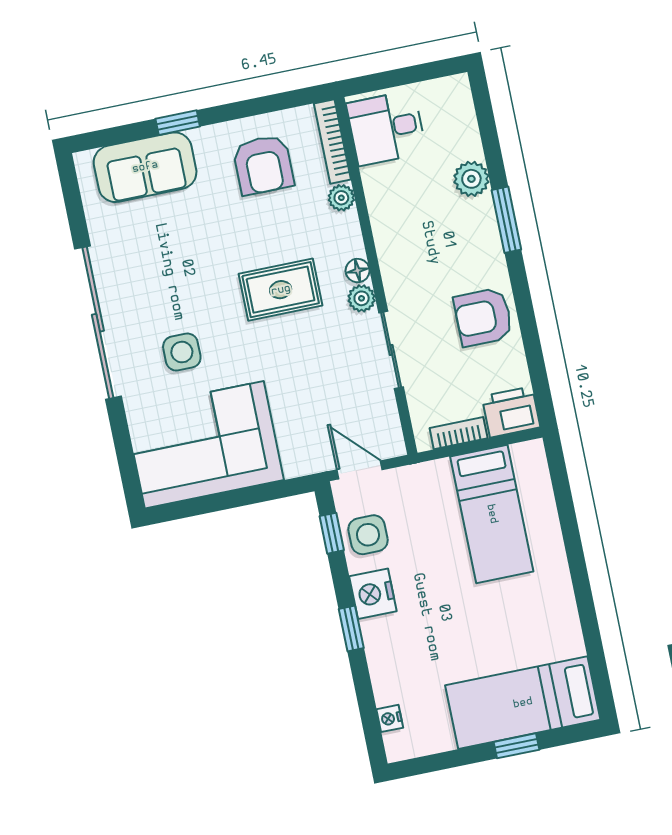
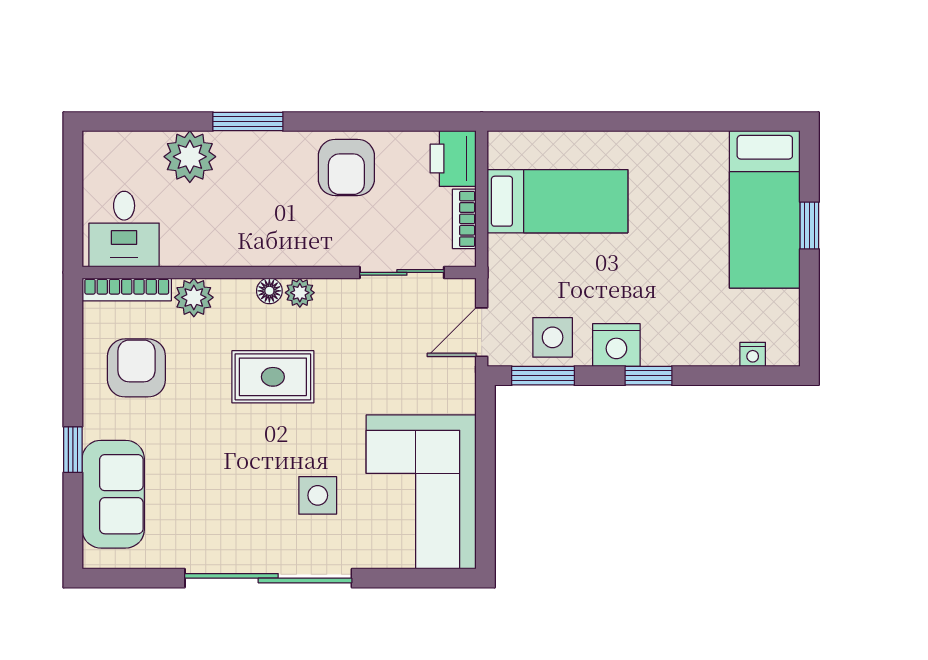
armchair: (263, 165) -> (136, 368), turned -90
plant: (471, 179) -> (190, 157), width x1.36, depth x1.36
plant: (341, 198) -> (194, 297), width x1.38, depth x1.38
rug: (281, 290) -> (273, 377), turned 90
sliding door: (391, 350) -> (402, 272), moved
window: (332, 533) -> (543, 376), width x1.50

